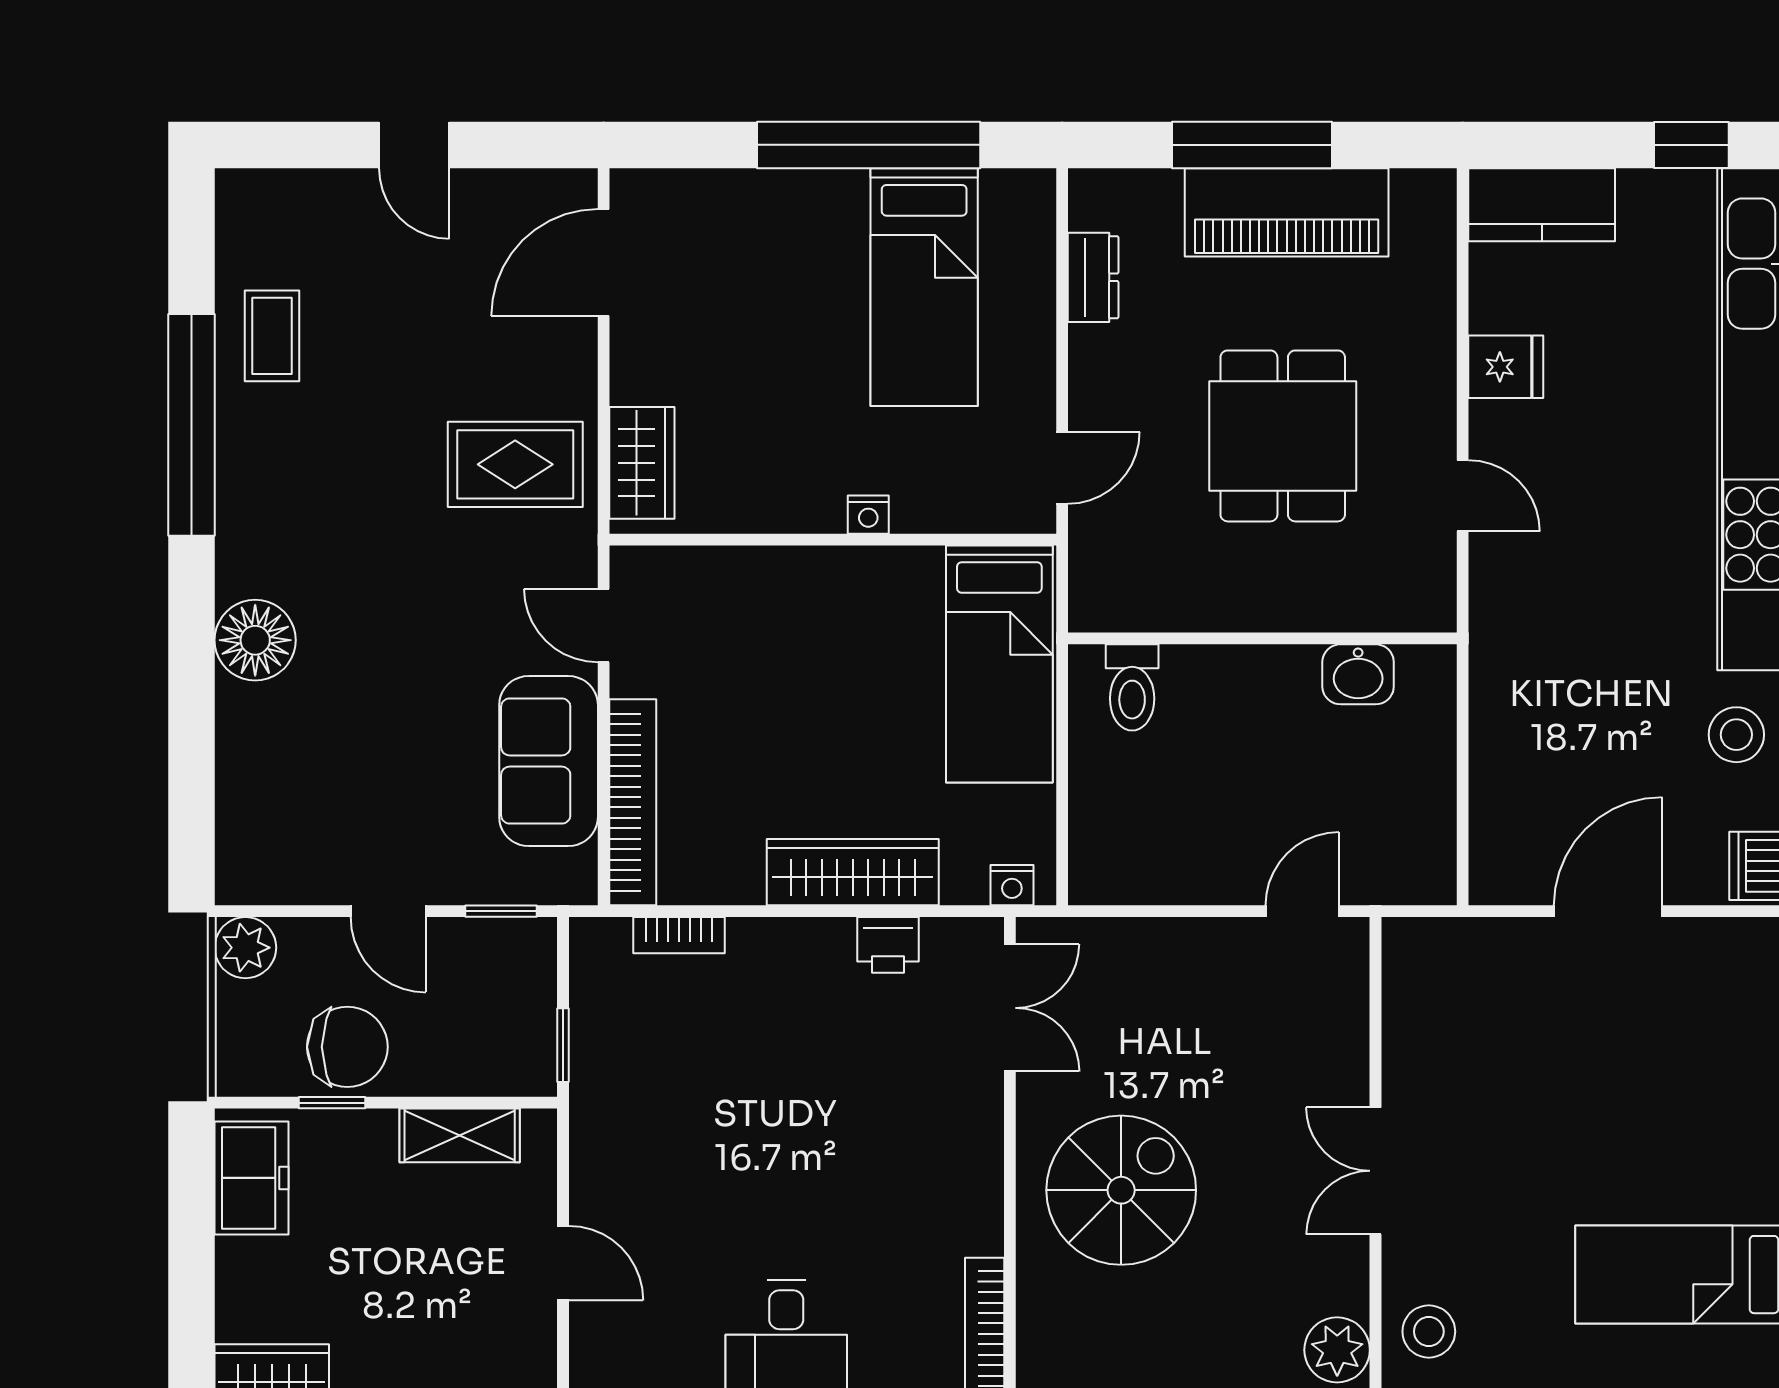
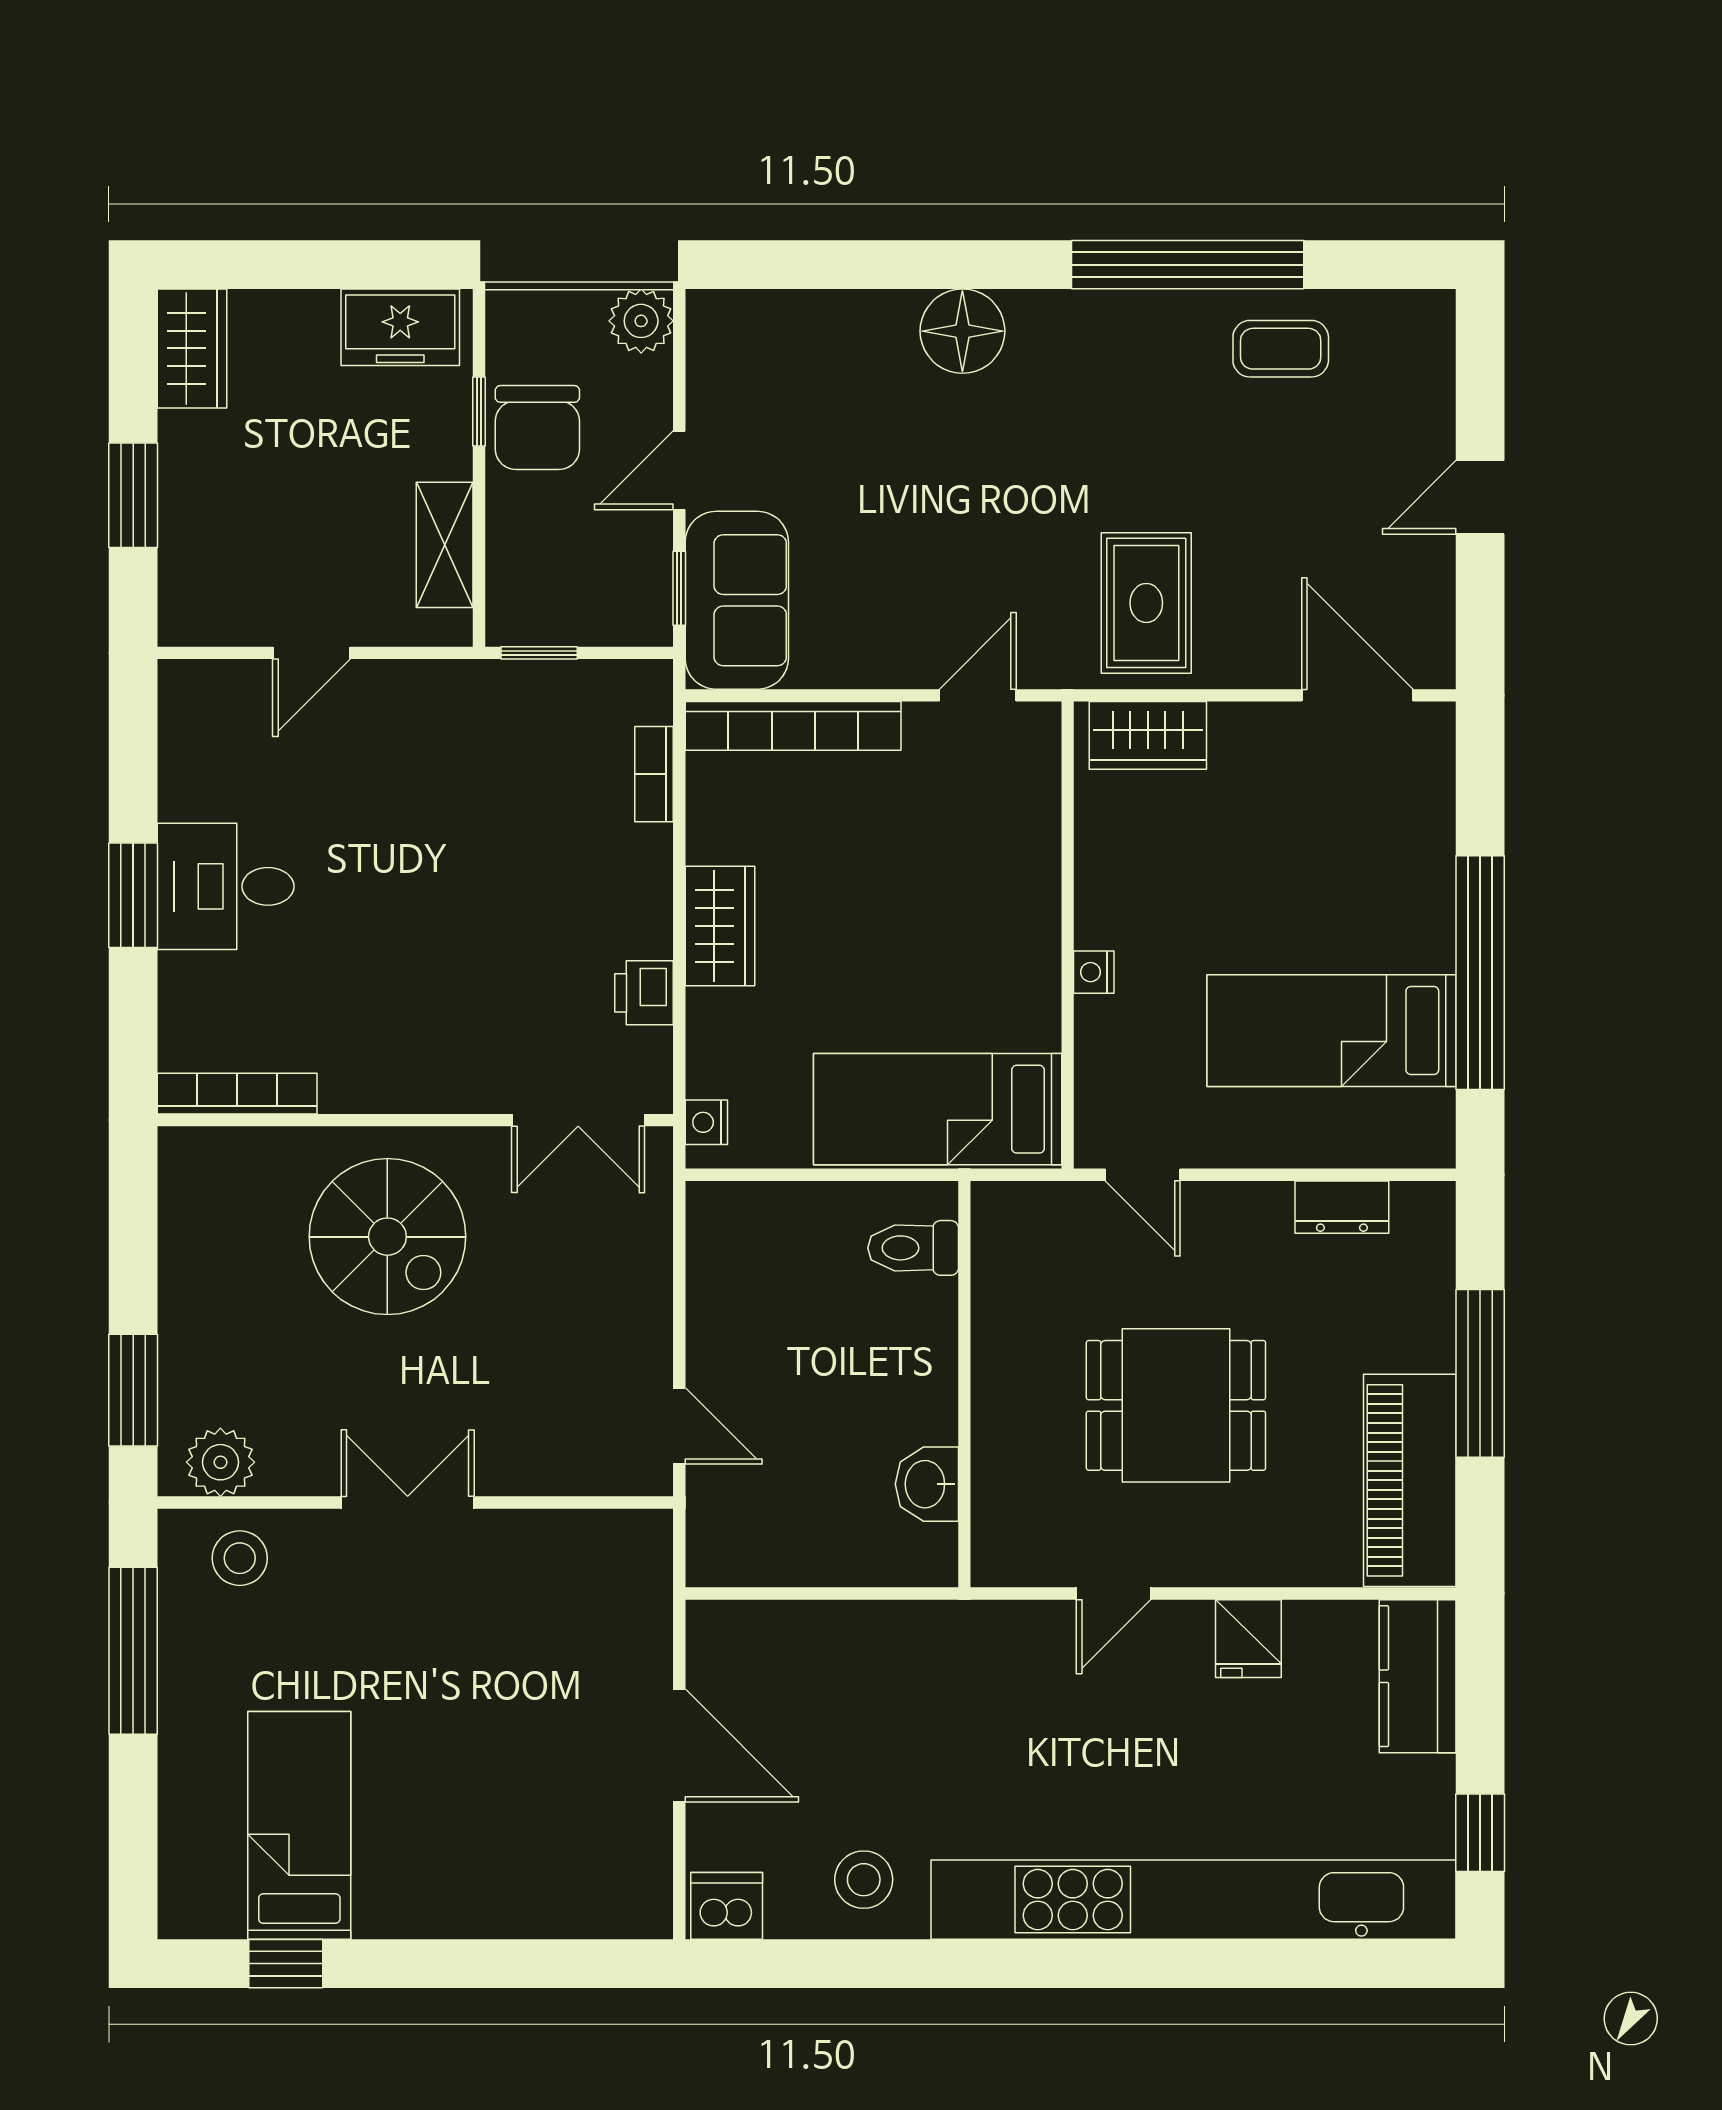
piano: (1287, 212) -> (1410, 1480), moved
sofa: (549, 761) -> (737, 600), moved, turned 90
wardrobe: (853, 872) -> (720, 926), width x0.67

